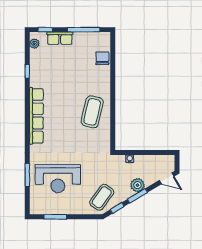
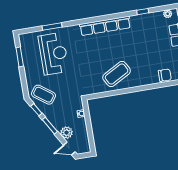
coffee table: (92, 112) -> (117, 74), turned -42
door: (167, 178) -> (69, 148), hinge flipped
reception desk: (58, 179) -> (53, 54), turned 180
plant: (137, 185) -> (67, 133), moved

